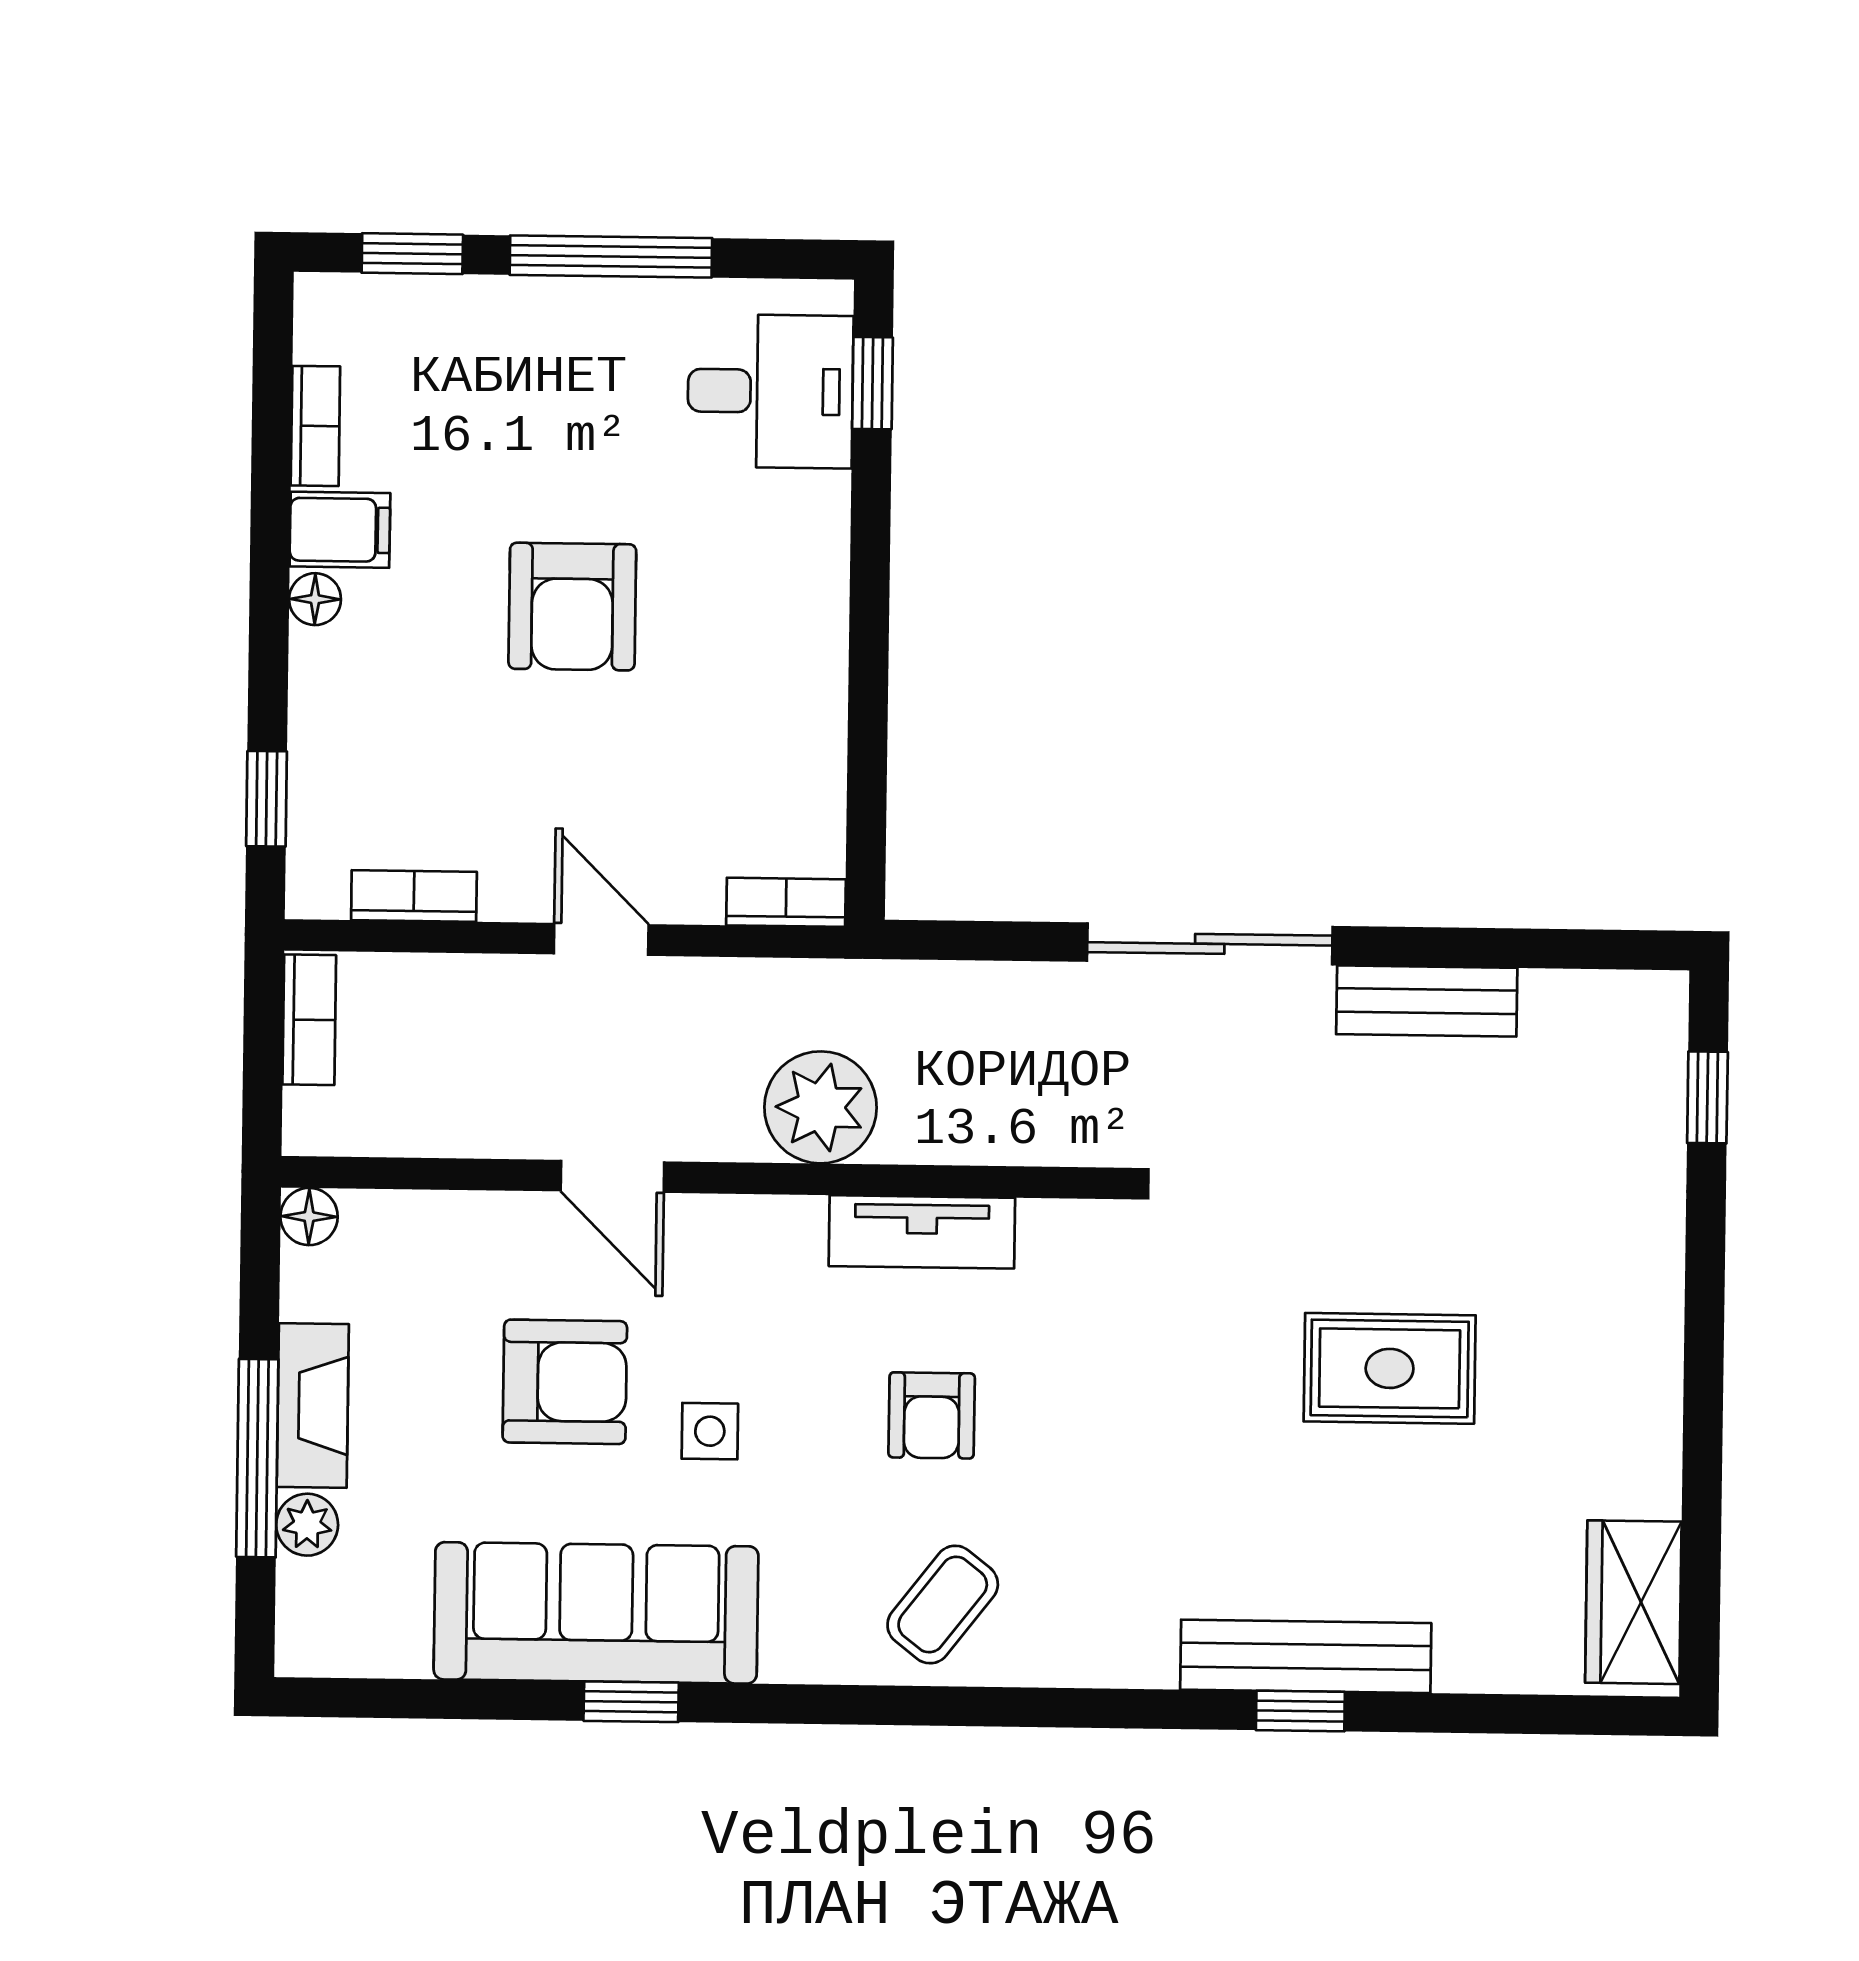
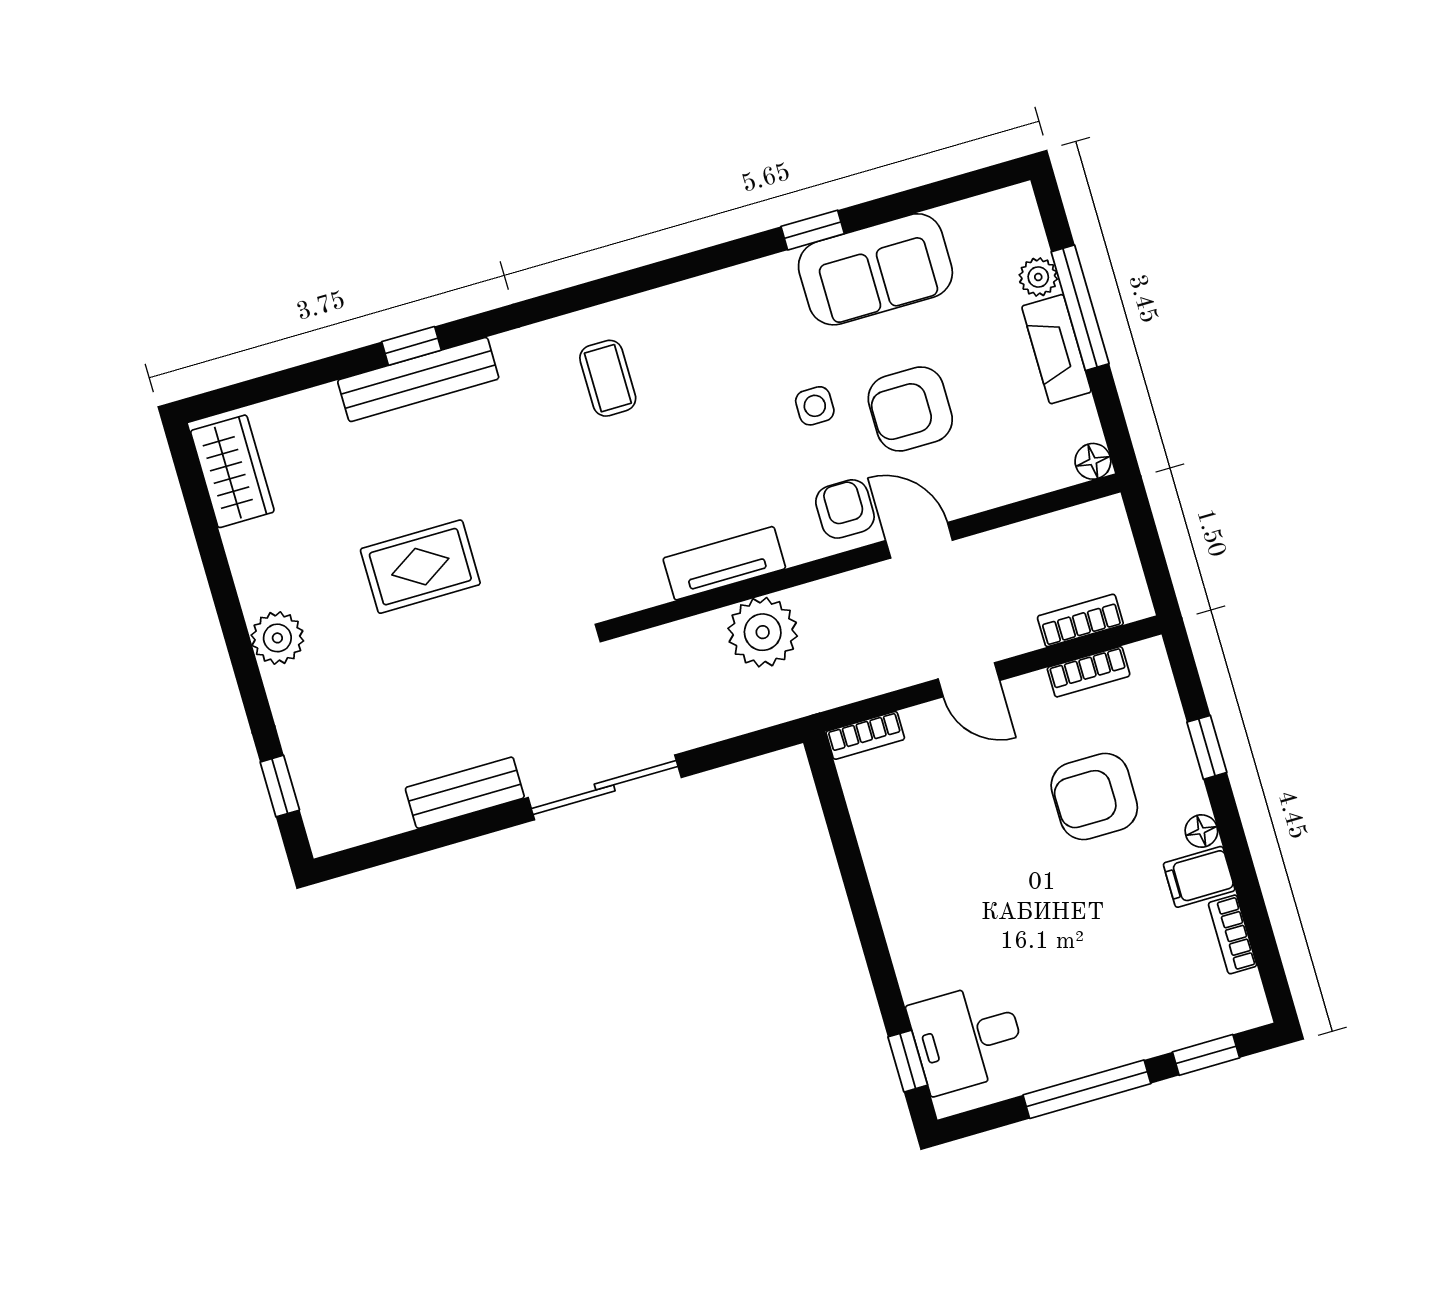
armchair: (572, 607) -> (1094, 796), moved, turned -90
window: (267, 799) -> (1207, 747), moved
bookcase: (309, 1020) -> (1080, 620), moved, turned 90
plant: (820, 1107) -> (763, 632), moved
plant: (1642, 1326) -> (277, 638), added
armchair: (932, 1415) -> (845, 509), moved
coffee table: (943, 1605) -> (608, 378), moved, turned -38
sofa: (596, 1613) -> (875, 269), width x0.73

